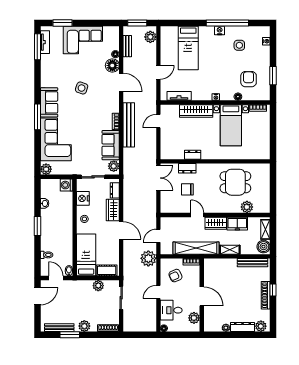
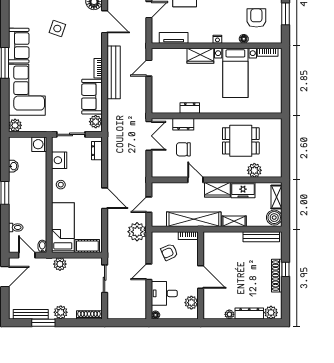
wardrobe: (196, 111) -> (200, 56), width x0.67
wardrobe: (113, 210) -> (95, 174), removed
plant: (98, 286) -> (60, 264), moved

